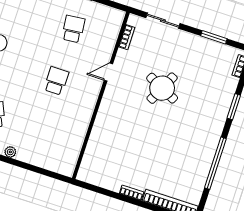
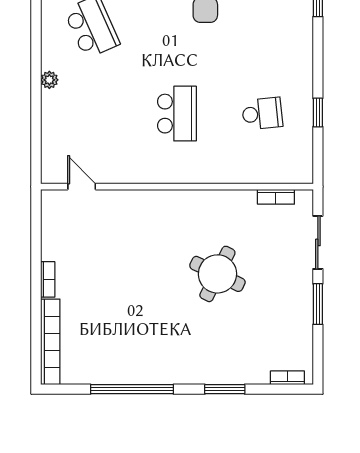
window: (214, 37) -> (318, 304), moved
door: (108, 72) -> (82, 187), moved
school desk: (56, 81) -> (177, 114), width x1.85

